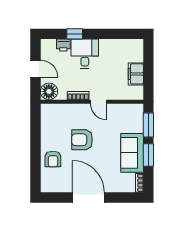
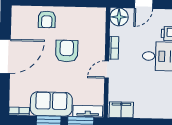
filing cabinet: (136, 74) -> (121, 110), moved
tv unit: (138, 119) -> (88, 111), added
armchair: (53, 159) -> (47, 19), turned -90

